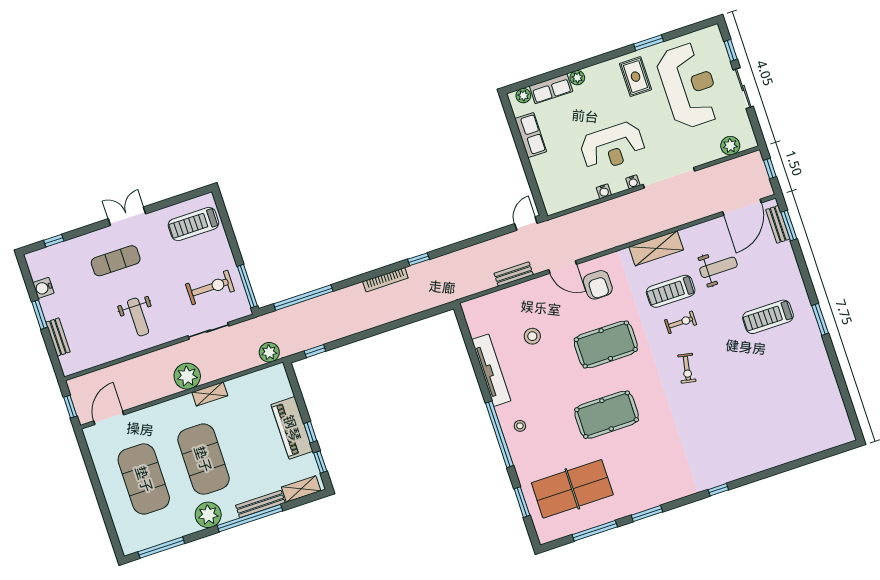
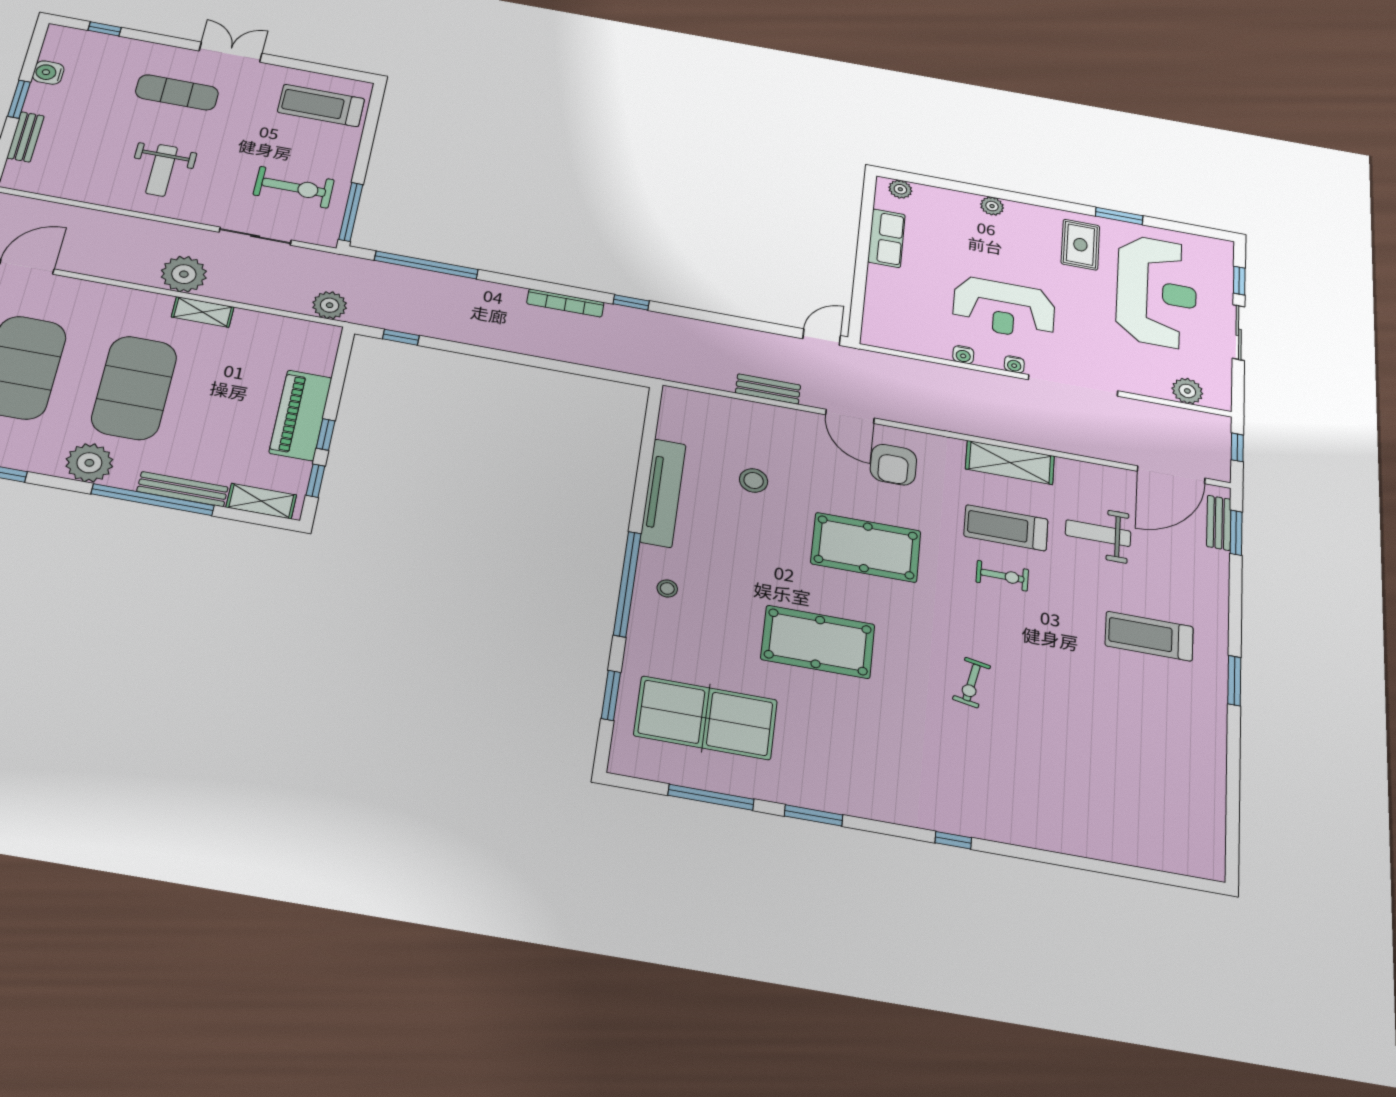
row of seats: (551, 89) -> (946, 200), removed
weight bench: (718, 267) -> (1098, 533), turned 180
exercise bike: (687, 368) -> (972, 683), moved

